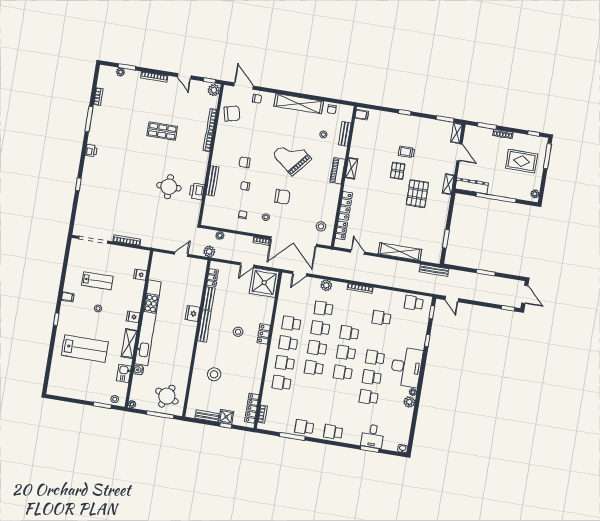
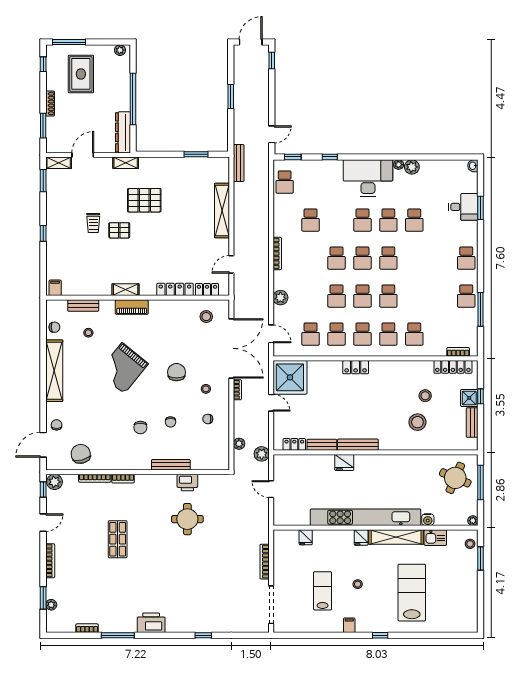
printer: (91, 151) -> (151, 623), width x1.87, depth x1.48
school desk: (324, 308) -> (311, 334), moved
stool: (238, 332) -> (425, 396), moved
shelving: (129, 344) -> (396, 537), width x1.47

